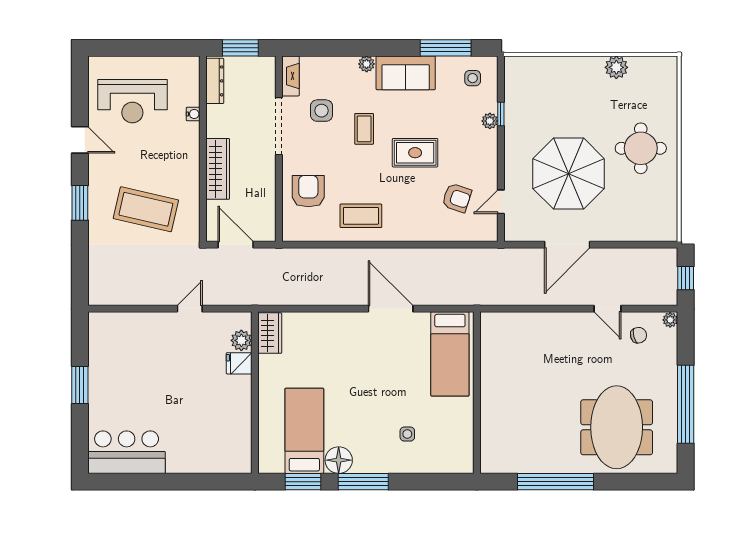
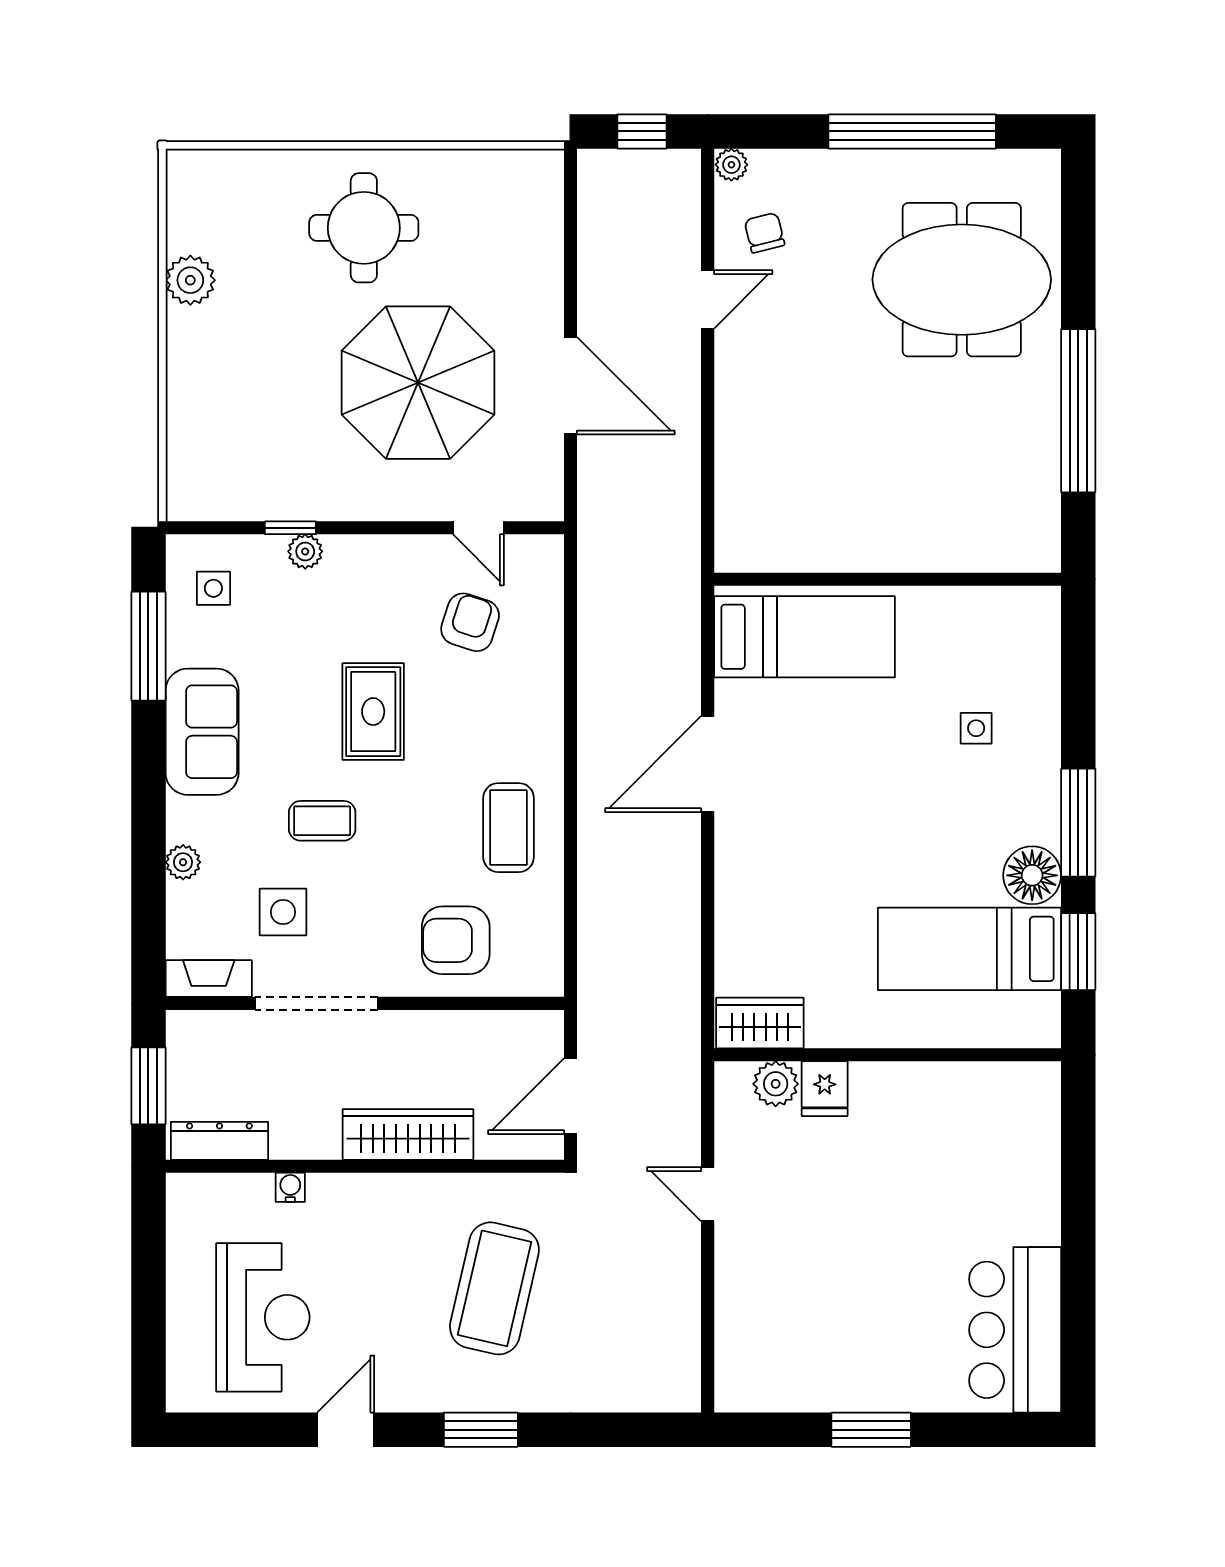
plant: (367, 64) -> (183, 862), moved

